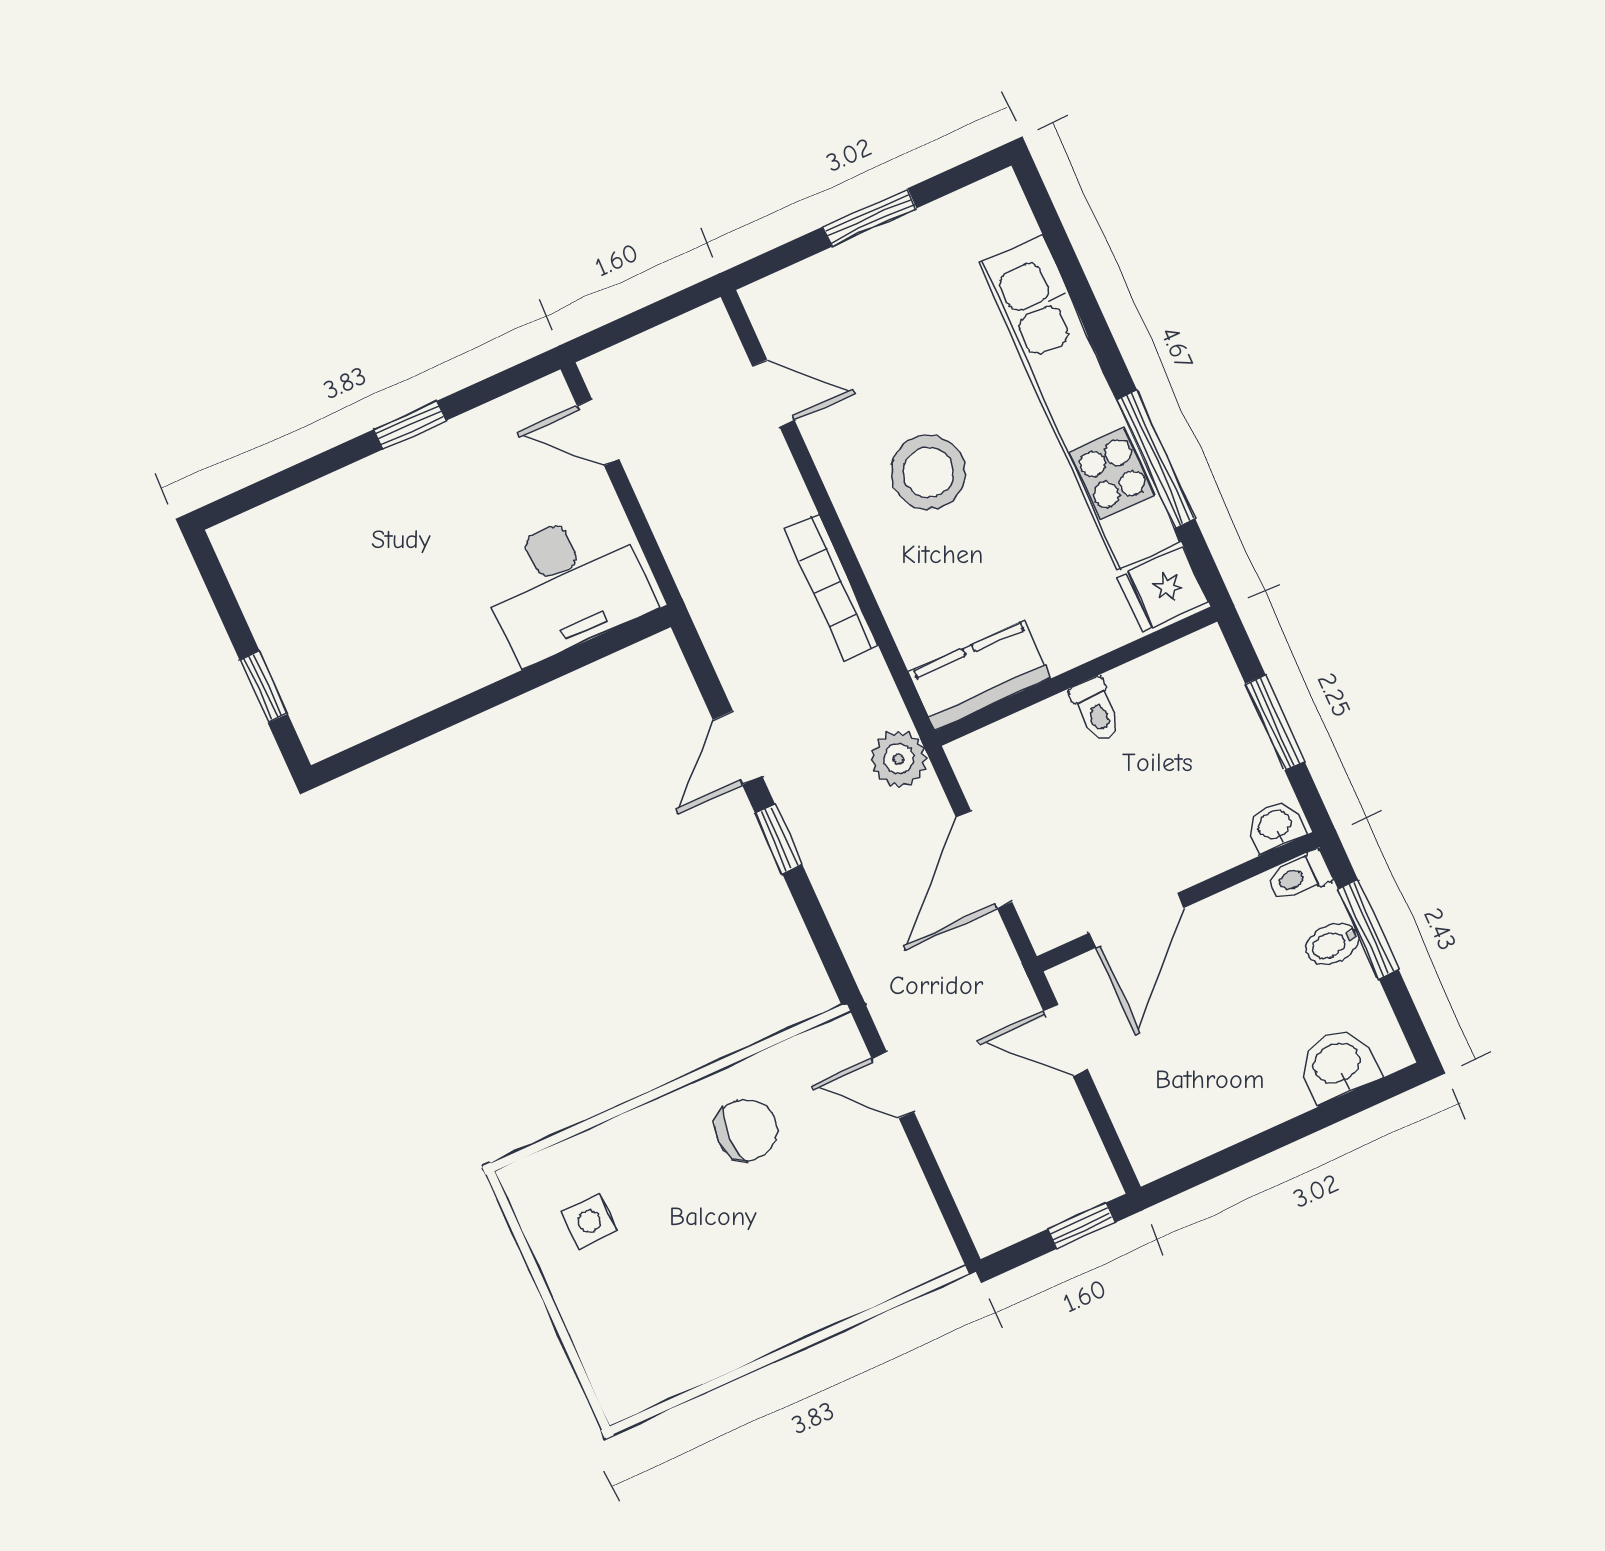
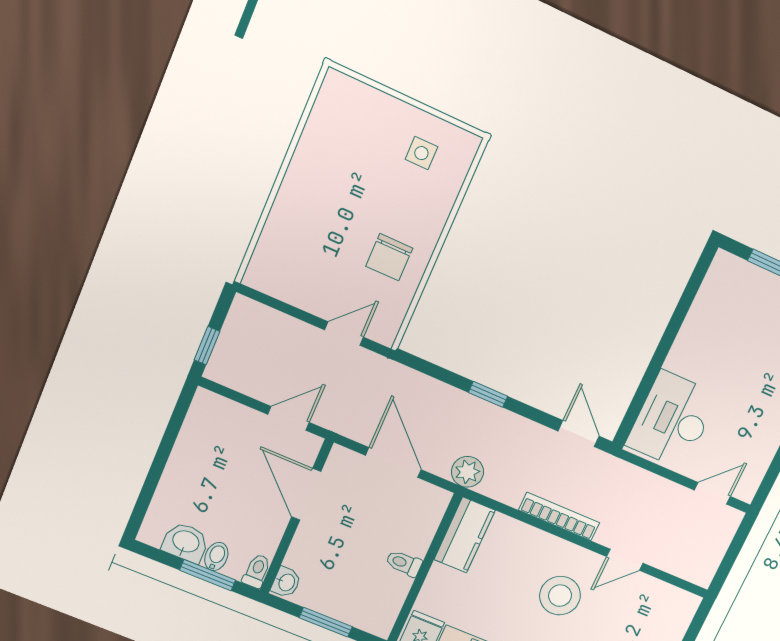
door: (773, 393) -> (625, 560), moved
door: (737, 748) -> (579, 434), moved
washbasin: (1337, 1065) -> (186, 542), moved, turned -90

